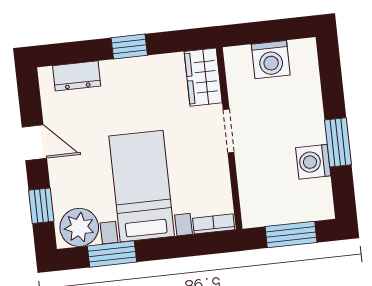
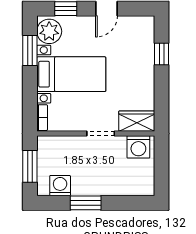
window: (129, 46) -> (161, 54), moved
washing machine: (271, 60) -> (138, 147), moved, turned -90
dresser: (77, 76) -> (146, 40), removed
washing machine: (313, 162) -> (60, 186), moved

